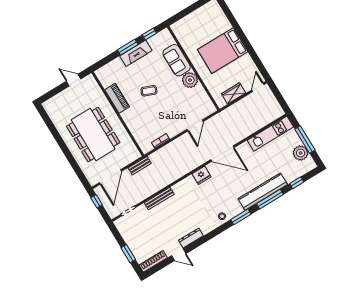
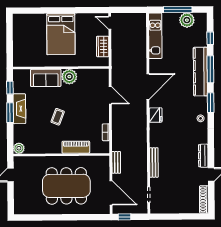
plant: (101, 73) -> (19, 148), added
piano: (117, 98) -> (76, 147), moved
window: (128, 254) -> (185, 216), removed

